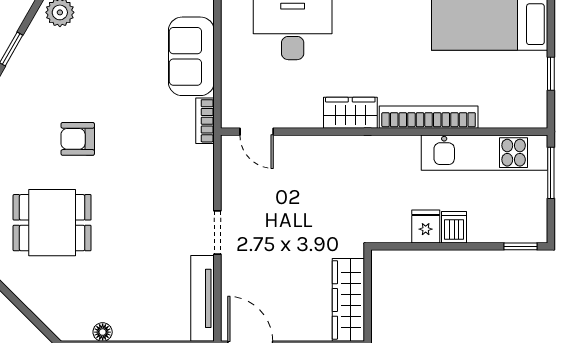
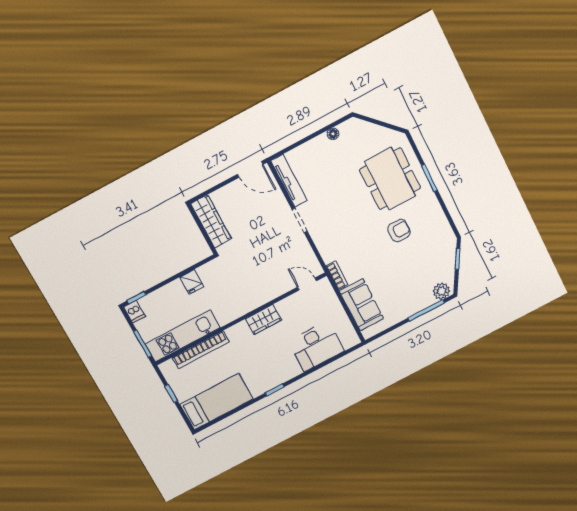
bookcase: (429, 117) -> (201, 350), moved
dining table: (52, 223) -> (390, 179), width x1.37
dishwasher: (454, 227) -> (134, 312), moved

